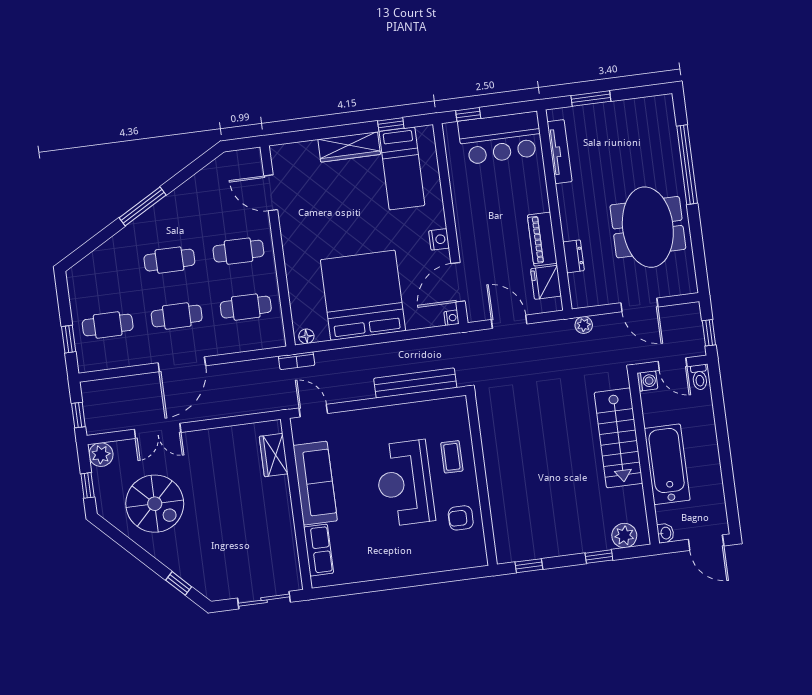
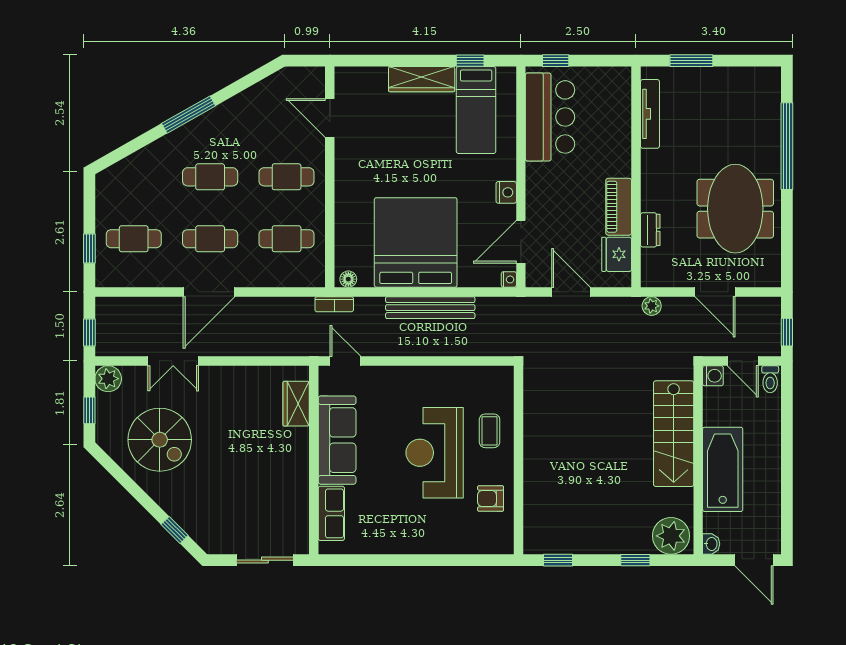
bar counter: (500, 138) -> (550, 117), moved, turned -90
bench: (415, 383) -> (430, 308), moved
plant: (624, 536) -> (671, 536), width x1.36, depth x1.36

